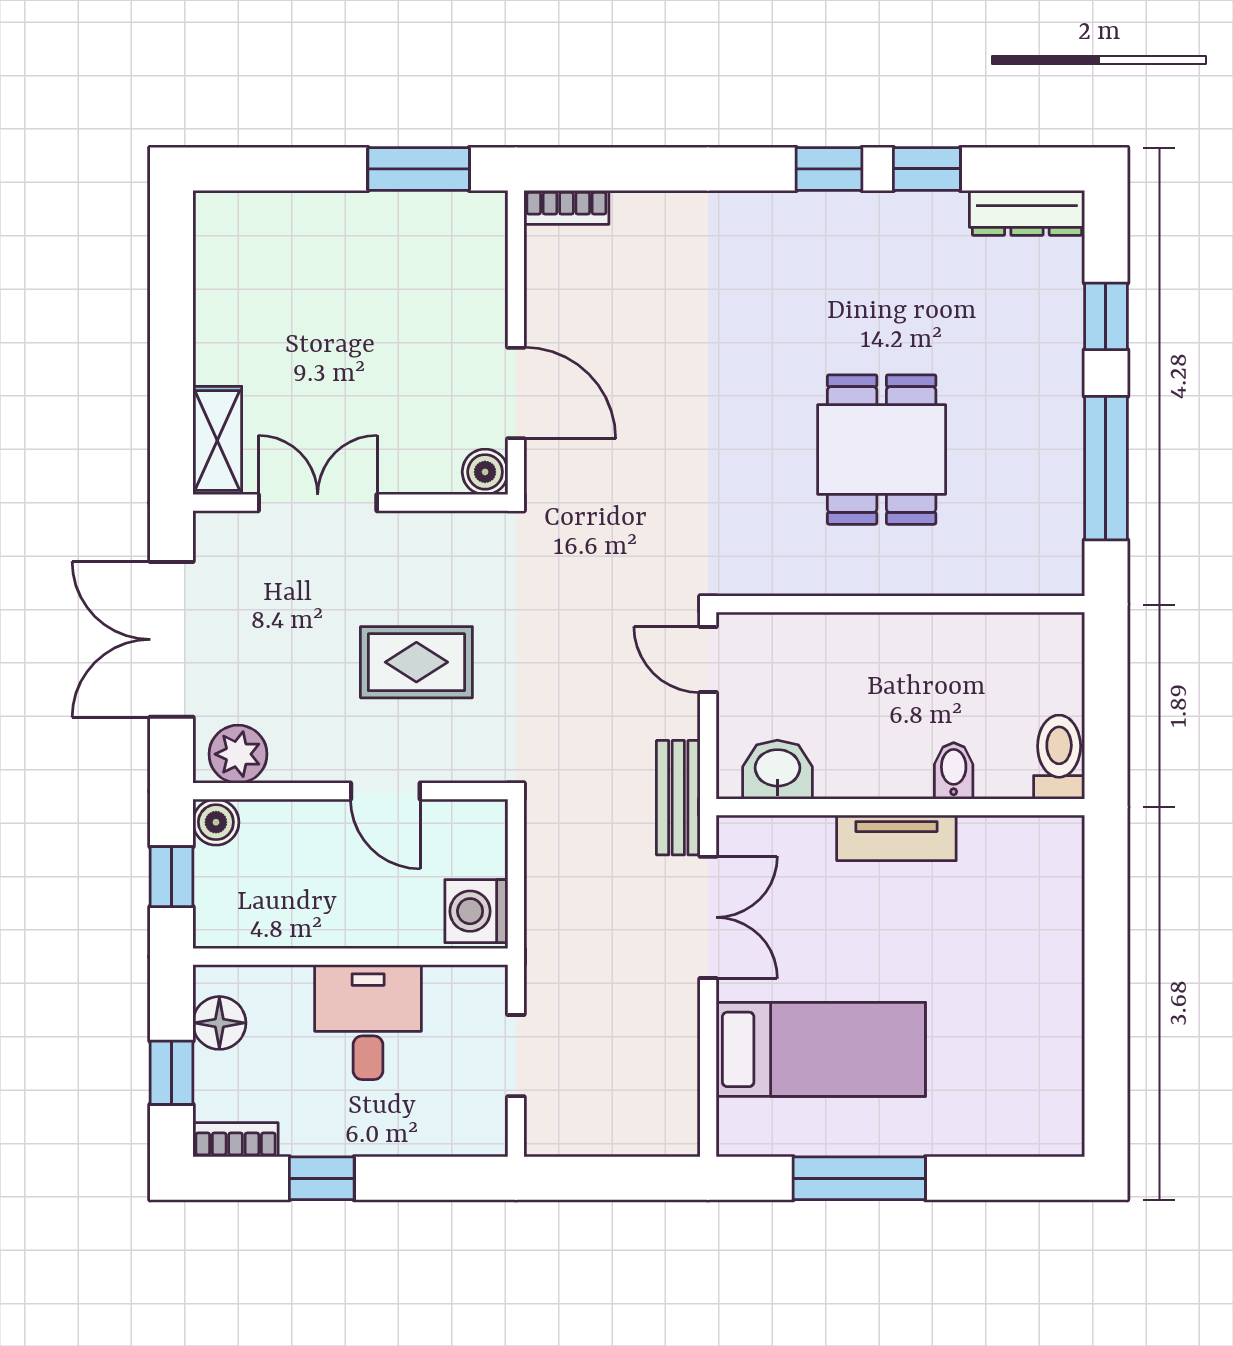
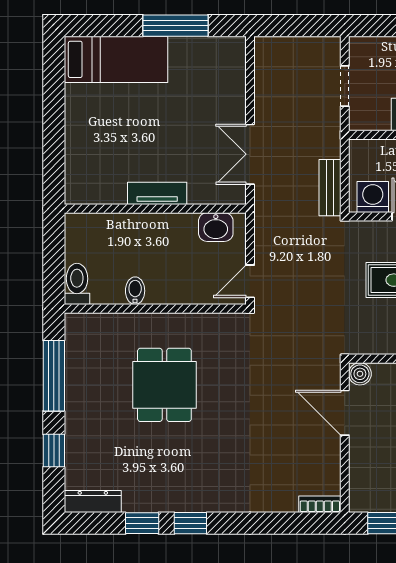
door: (708, 660) -> (250, 281), swing flipped
toilet: (1059, 757) -> (77, 284), moved, turned 180
bidet: (954, 771) -> (135, 291), moved, turned 180
bench: (678, 798) -> (330, 188), moved
washing machine: (476, 911) -> (373, 197), moved, turned -90
bed: (821, 1049) -> (116, 59), moved, turned 180

